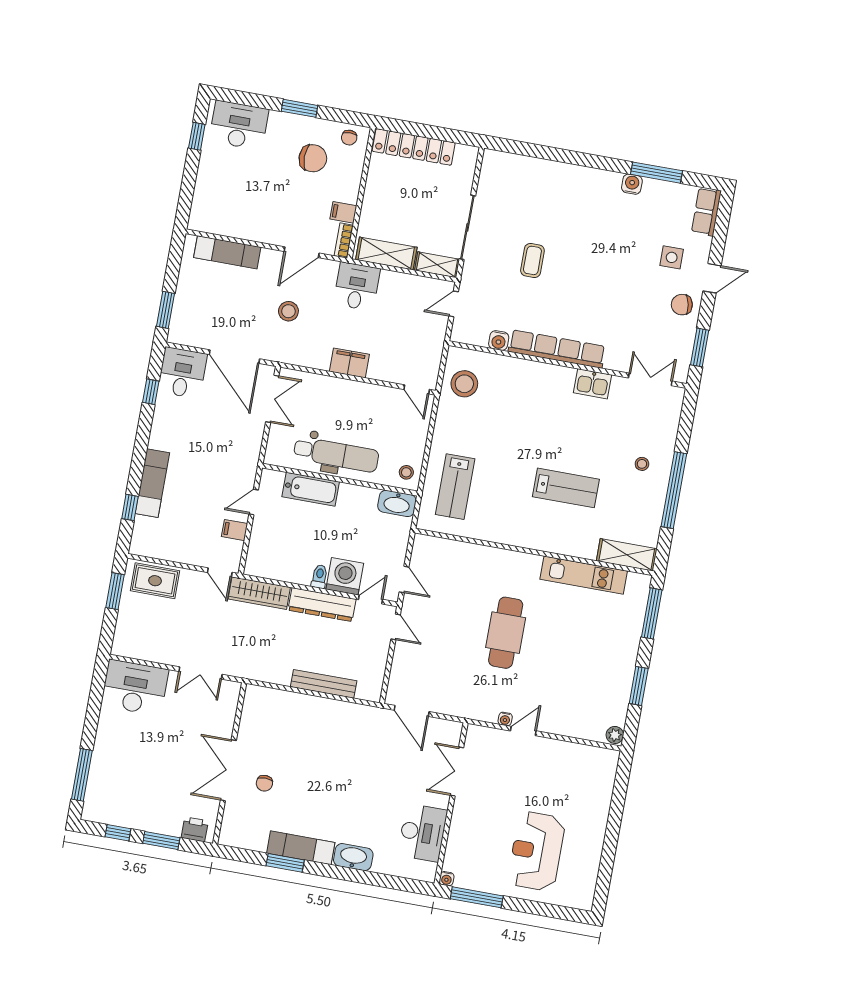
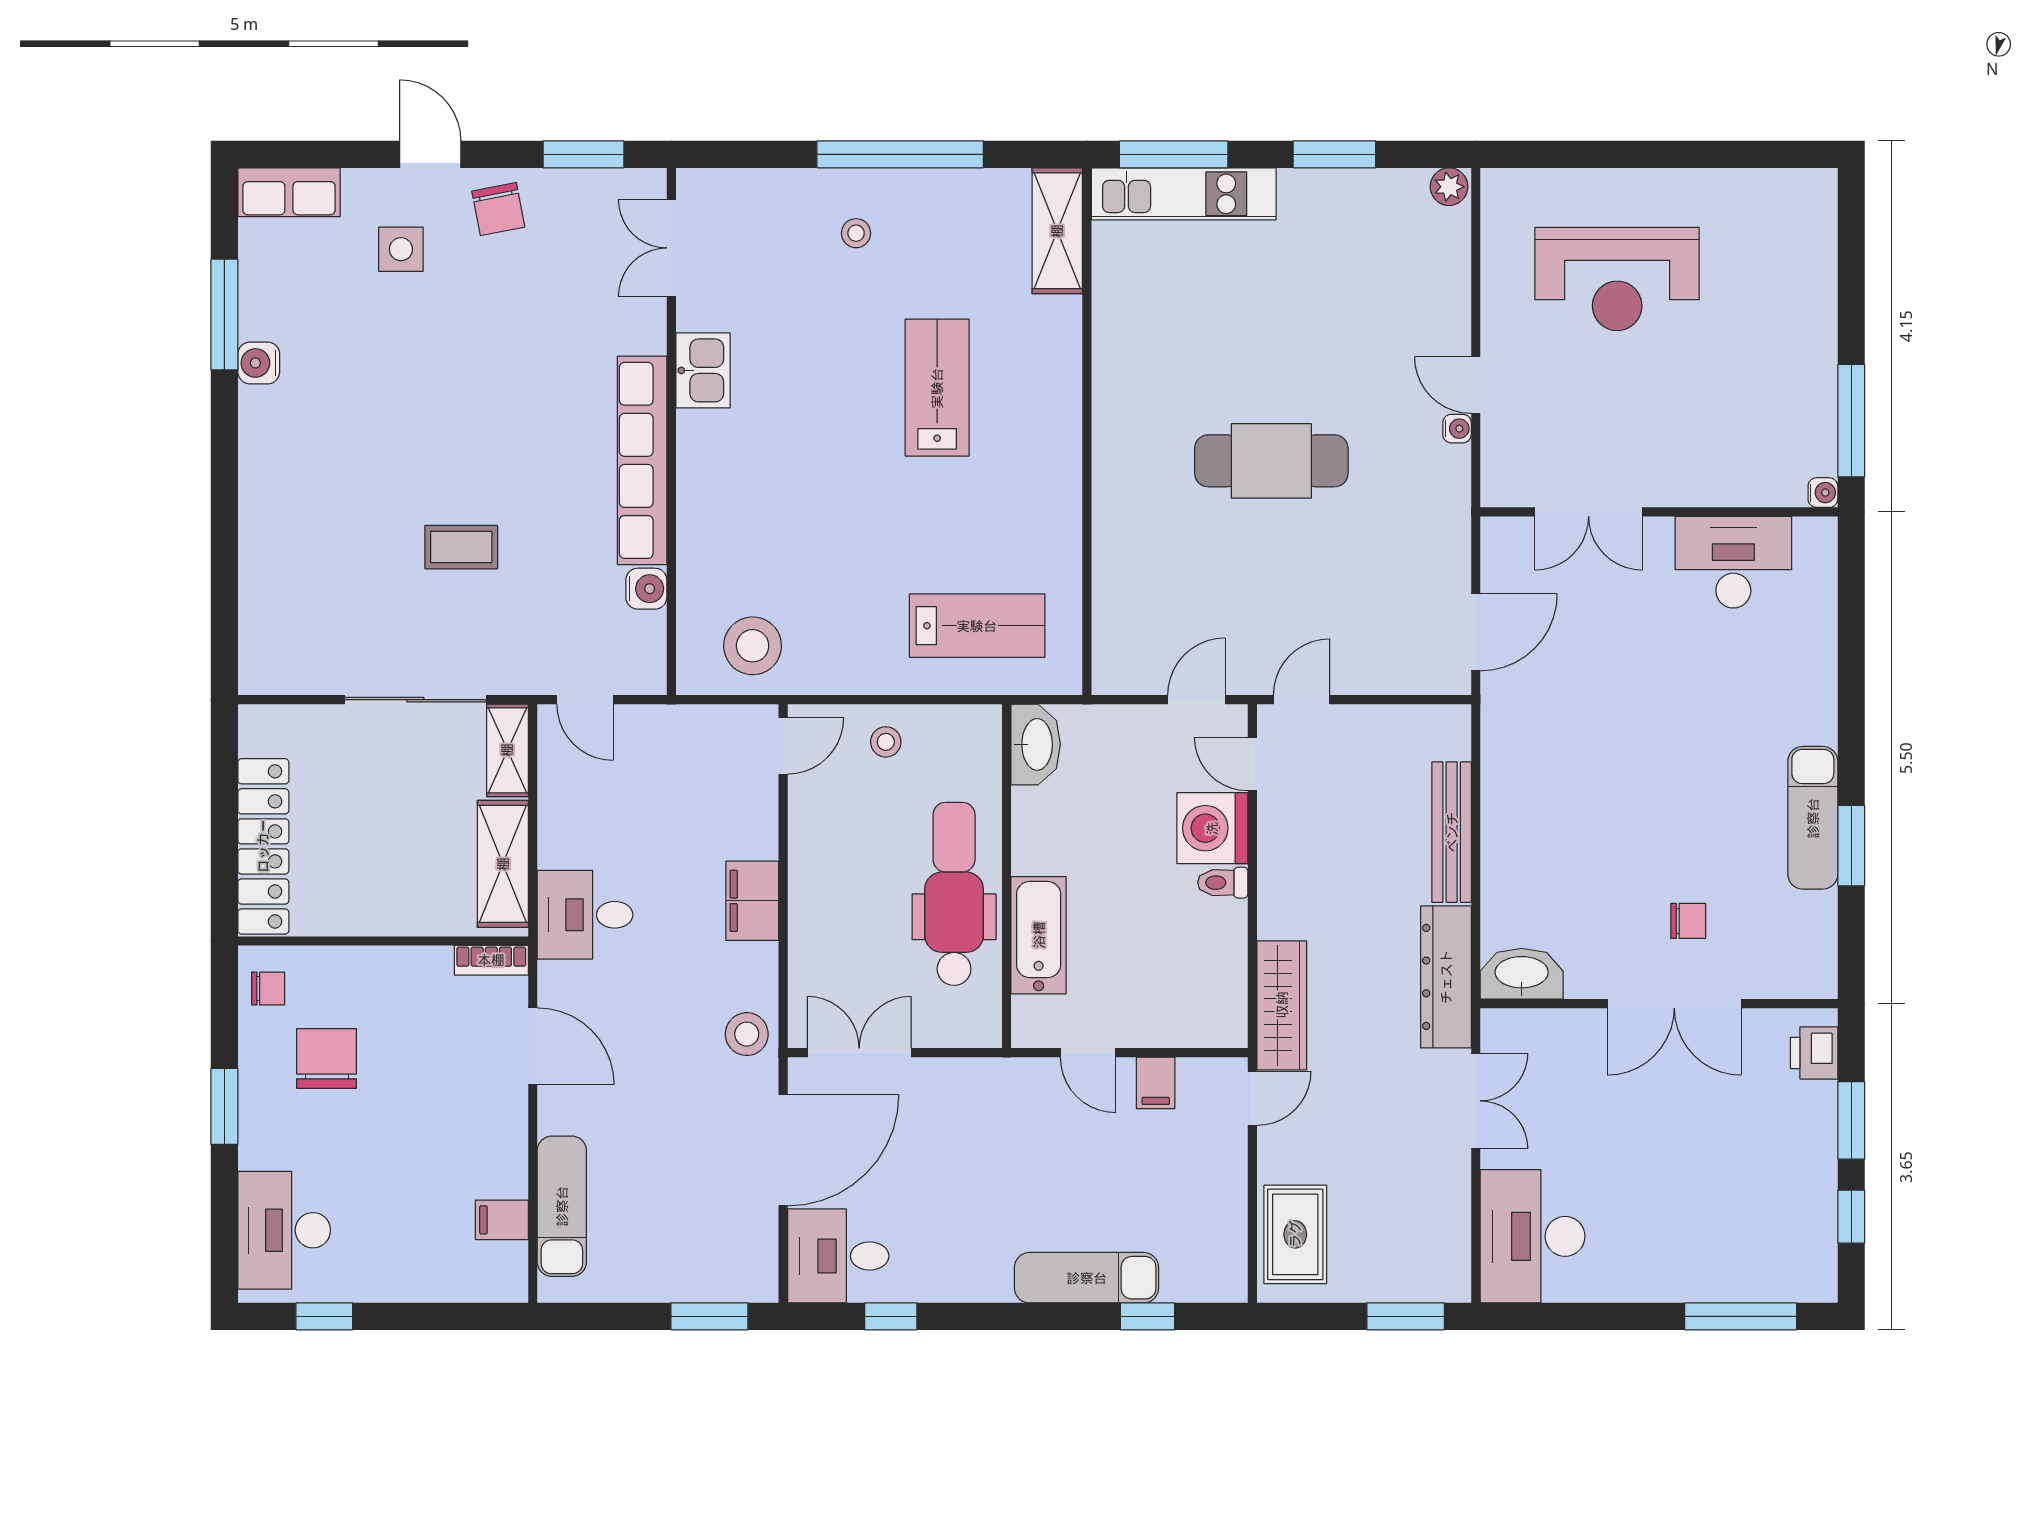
filing cabinet: (343, 212) -> (502, 1220), moved, turned 90
stool: (288, 311) -> (747, 1034), moved
stool: (406, 472) -> (886, 742), moved
kitchen unit: (584, 575) -> (1184, 194), moved, turned 90
window: (115, 591) -> (1406, 1316), moved
dresser: (322, 605) -> (1446, 977), moved, turned 180
reception desk: (536, 851) -> (1617, 279), moved
washbasin: (353, 857) -> (1522, 974), moved, turned 90

